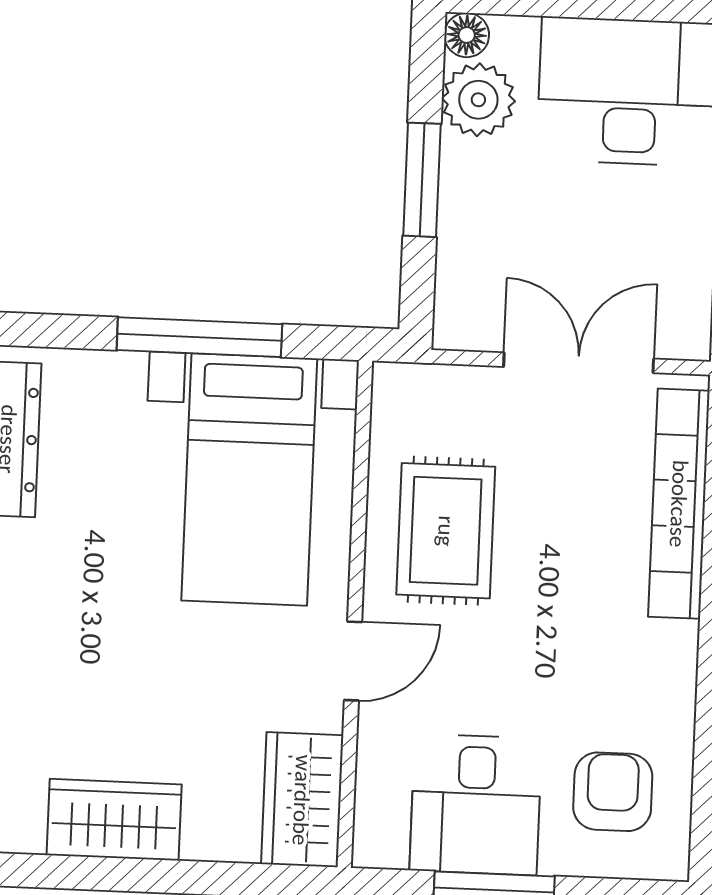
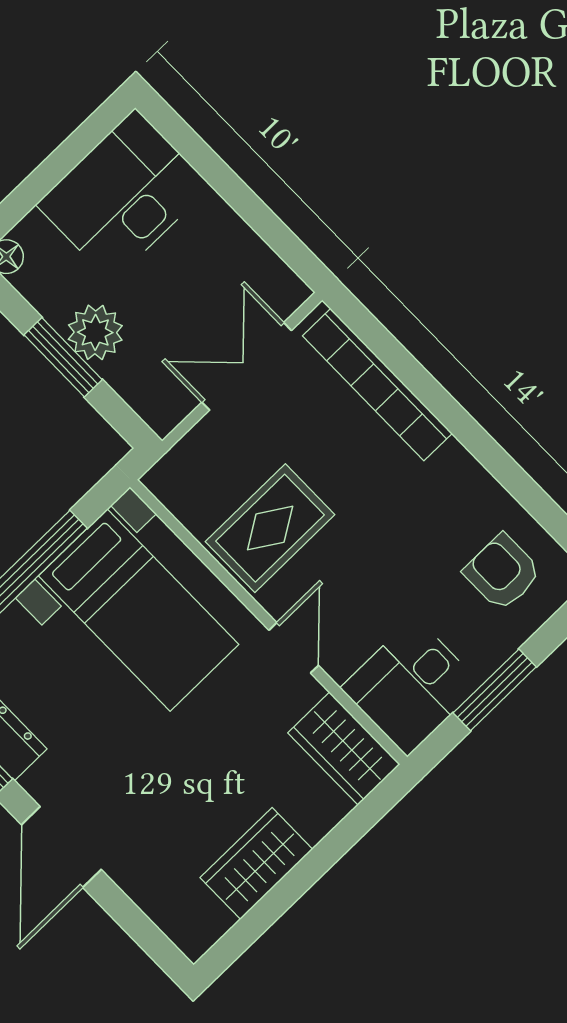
plant: (478, 100) -> (95, 332), moved
rug: (446, 531) -> (270, 528), turned 90
desk: (476, 805) -> (411, 686), moved, turned 90

